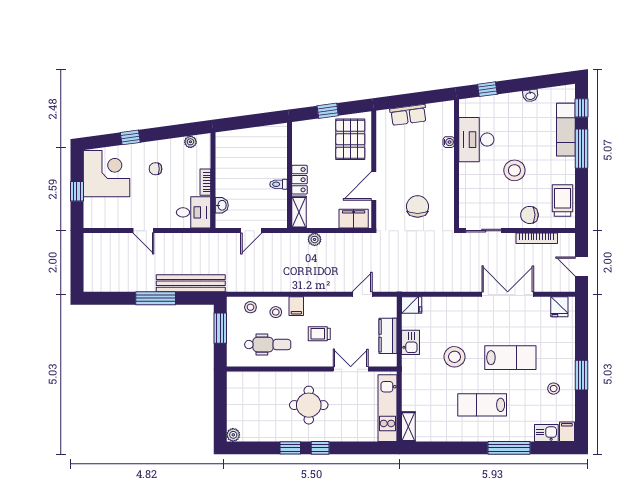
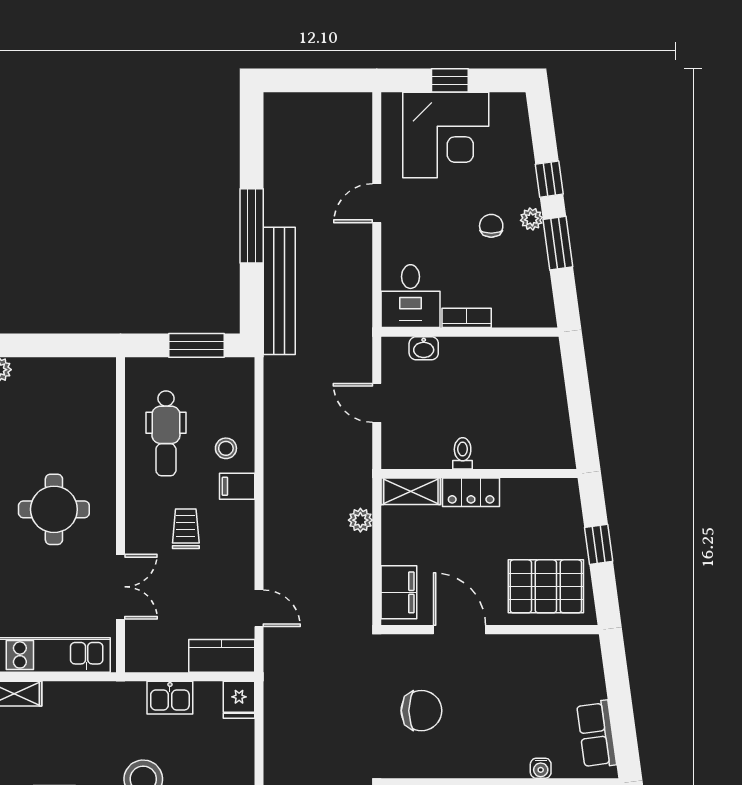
row of seats: (408, 115) -> (596, 734), moved
window: (165, 133) -> (558, 243), added
plant: (190, 142) -> (531, 219), moved
corner desk: (106, 174) -> (446, 135), moved
stool: (250, 307) -> (235, 401), removed
kitchen counter: (388, 336) -> (222, 656), moved

